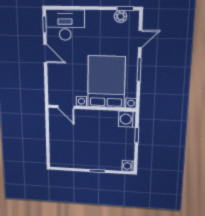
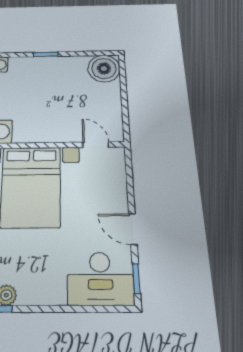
boiler: (60, 158) -> (104, 68), added

